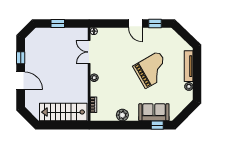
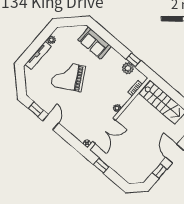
window: (58, 24) -> (101, 166), moved
double door: (89, 52) -> (104, 131), width x1.37
plant: (122, 115) -> (128, 68), moved
window: (157, 125) -> (134, 60), moved

